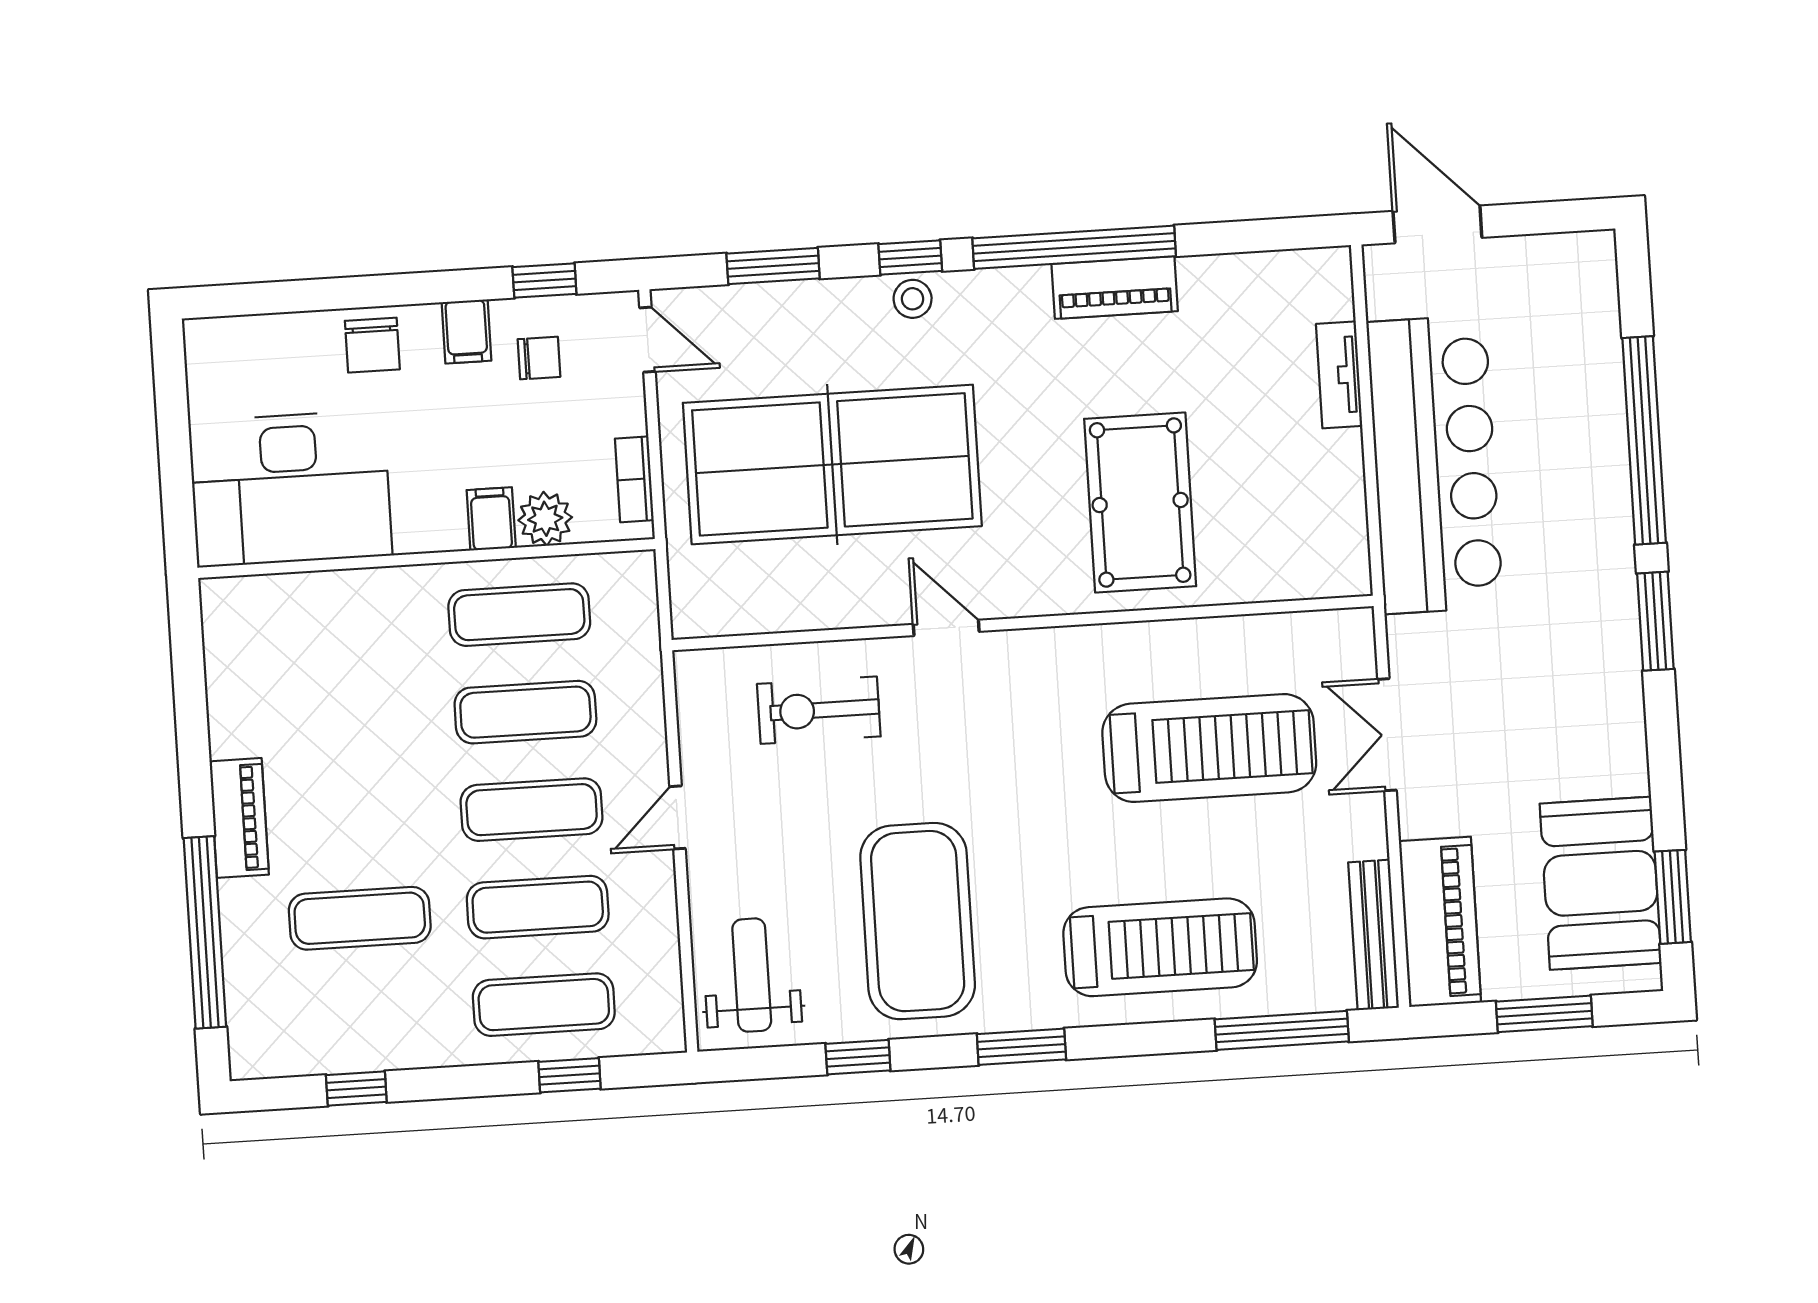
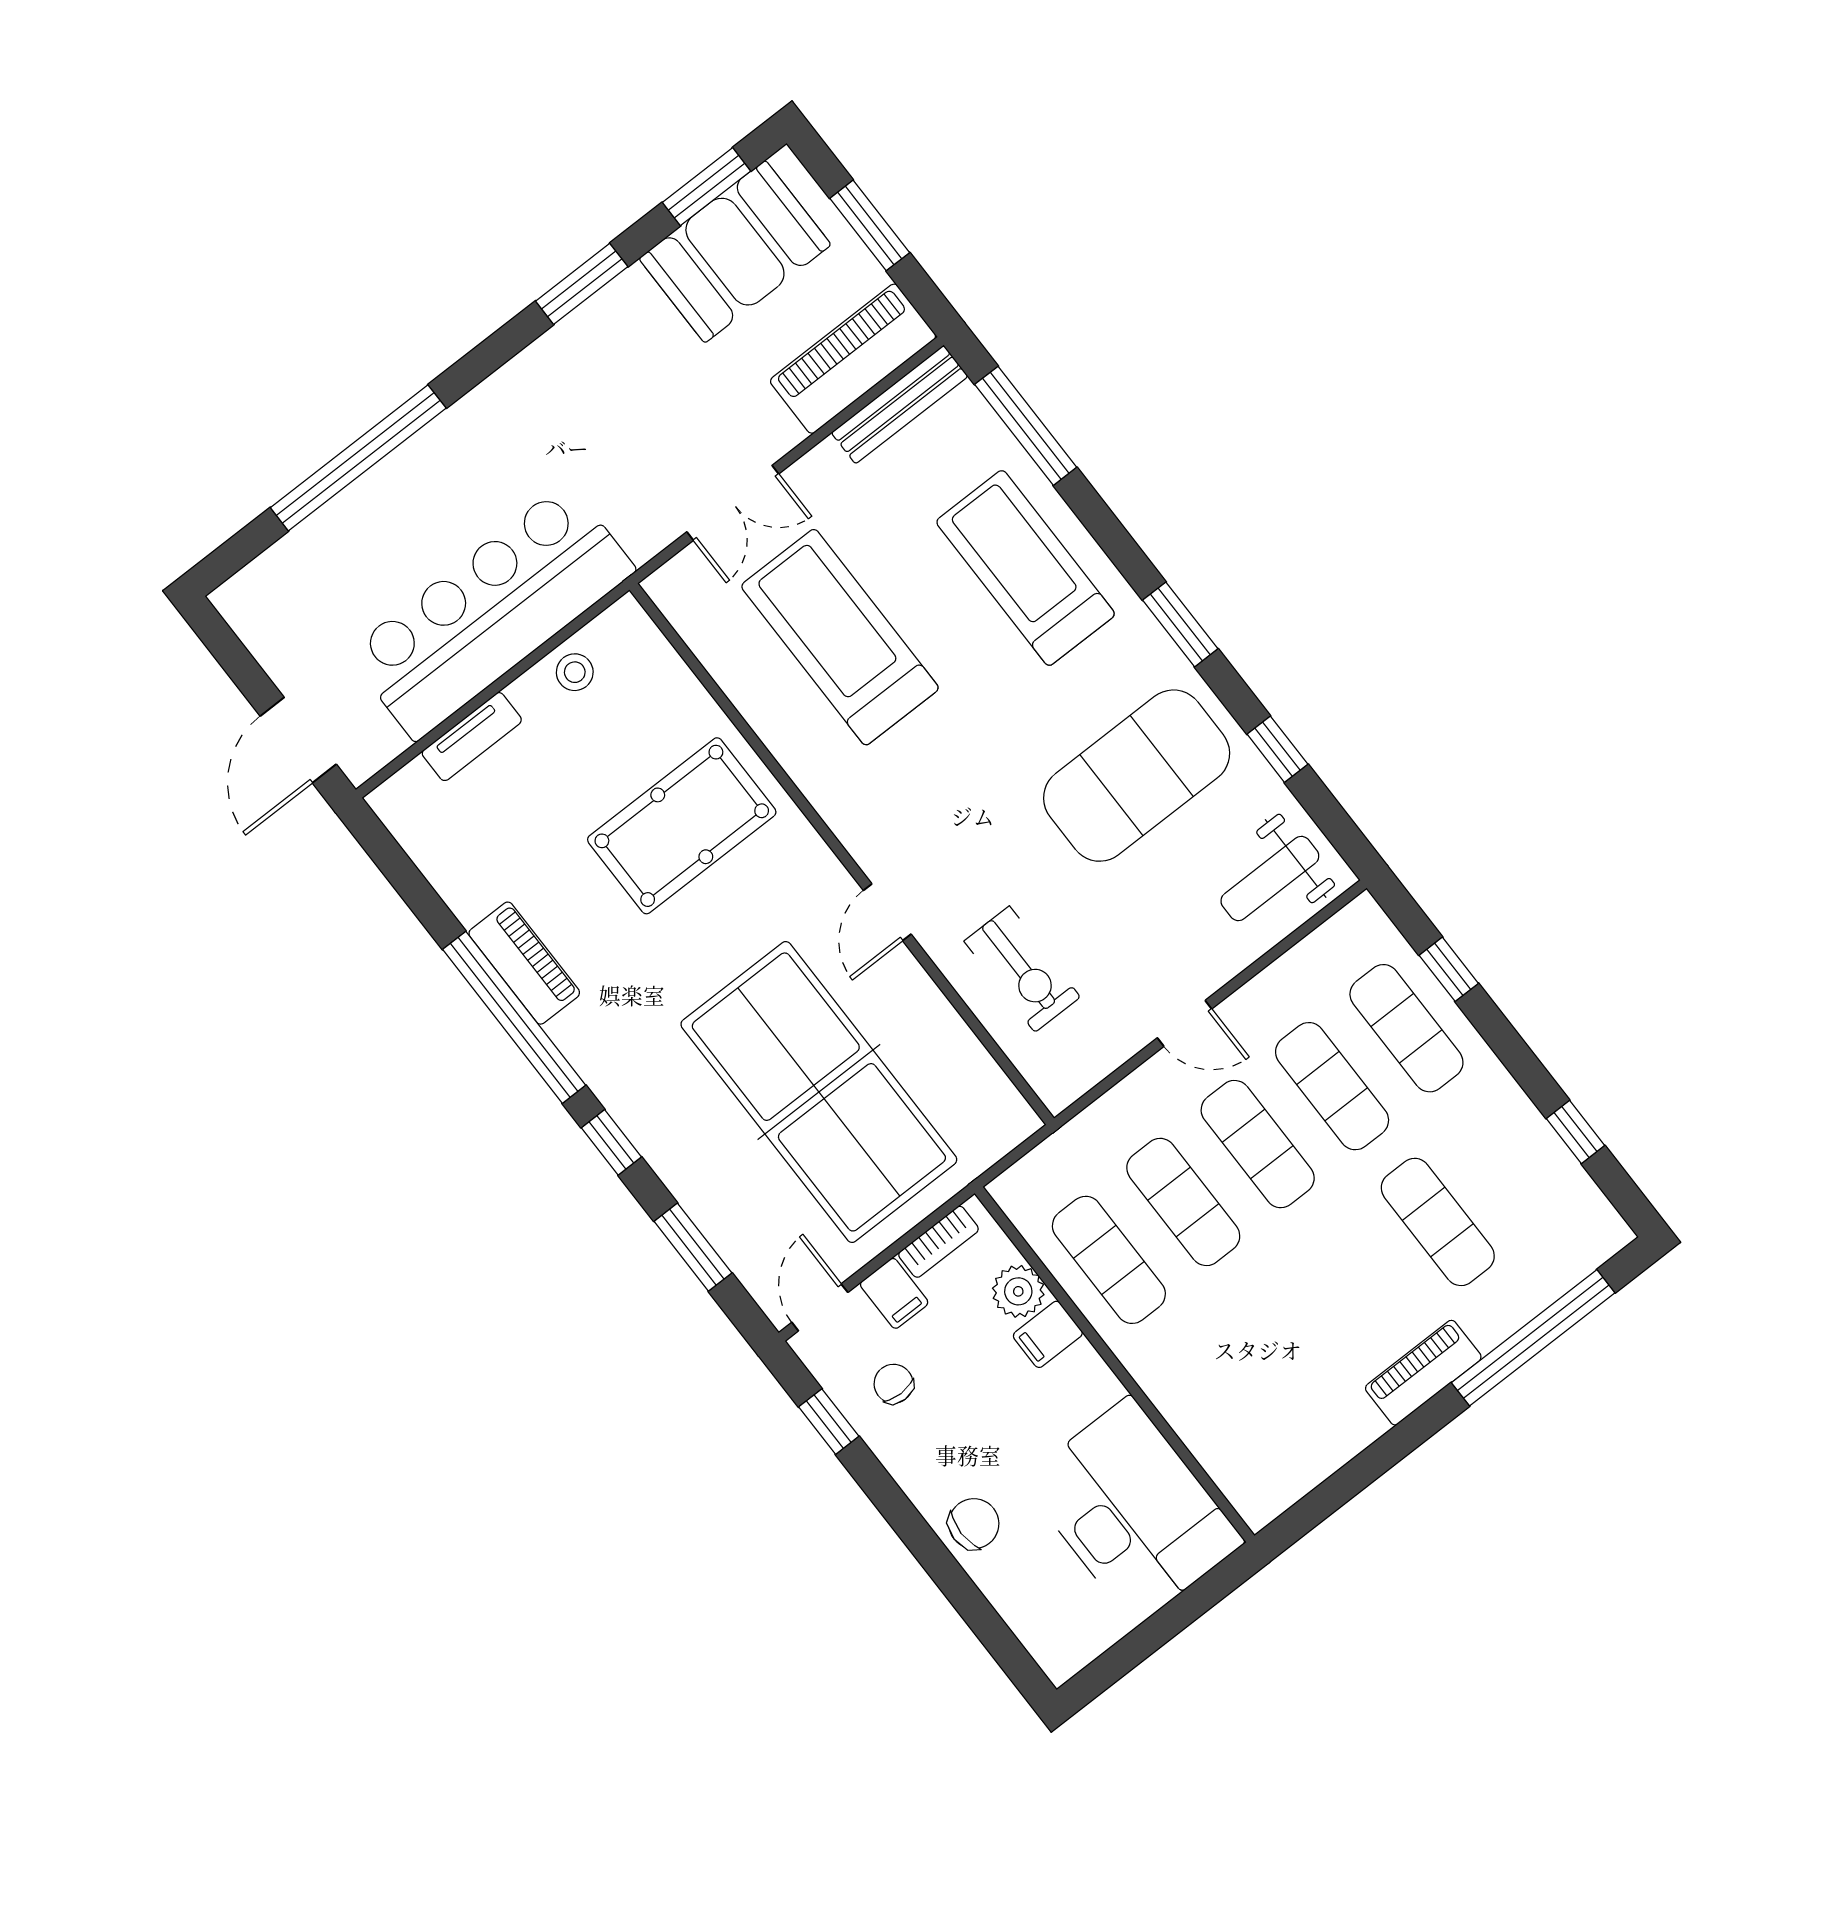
stool: (913, 299) -> (575, 672), moved
filing cabinet: (466, 332) -> (894, 1293), moved, turned 90
window: (1655, 621) -> (582, 284), moved

